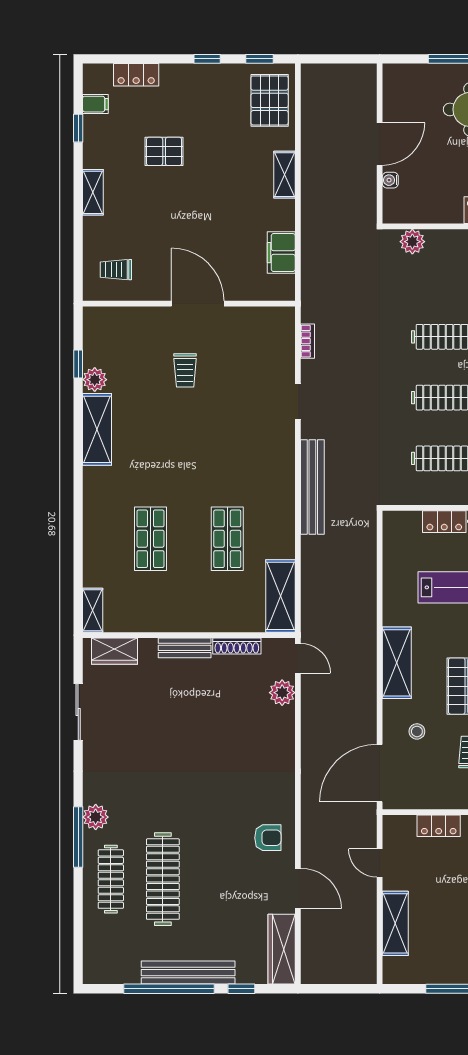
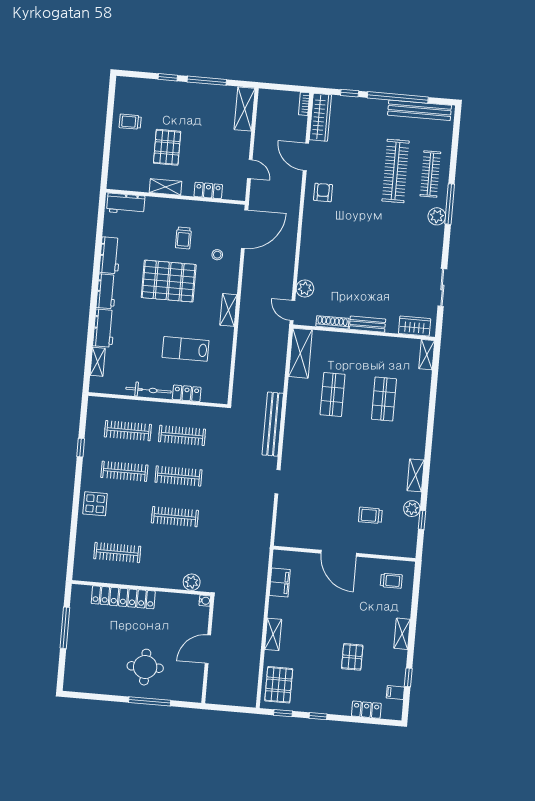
pallet: (164, 151) -> (352, 657), turned 90
water cooler: (390, 180) -> (205, 601), moved
bookcase: (307, 341) -> (304, 104), moved
trolley: (185, 370) -> (370, 515), moved, turned -90
shelving: (97, 429) -> (416, 475), width x0.67, depth x0.75
shelving: (397, 663) -> (228, 310), width x0.67, depth x0.75
armchair: (268, 838) -> (323, 192), turned 90
shelving: (395, 923) -> (245, 109), moved
bench: (188, 973) -> (420, 110), moved

